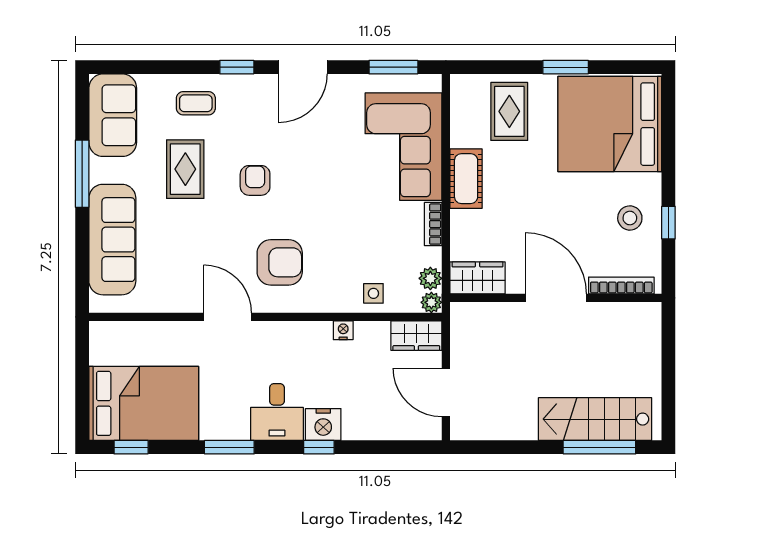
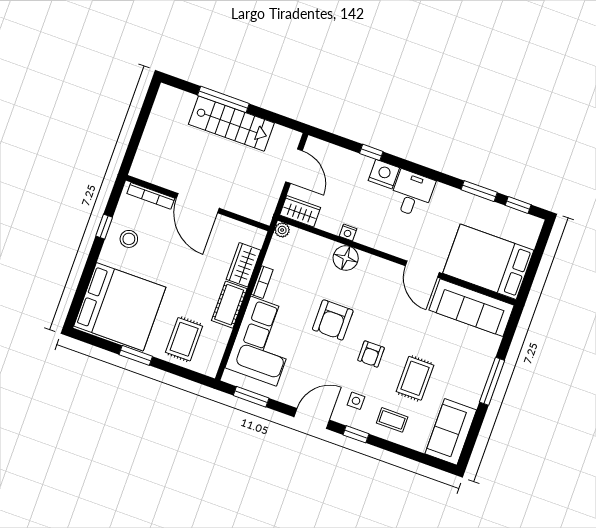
window: (82, 174) -> (492, 381), moved
sofa: (112, 240) -> (471, 308), moved, turned -90
armchair: (280, 262) -> (333, 320), moved, turned -90
plant: (430, 278) -> (277, 246), removed
wardrobe: (477, 278) -> (244, 265), moved, turned 90
side table: (373, 293) -> (356, 401), moved
floor lamp: (334, 295) -> (346, 258), added
bed: (144, 403) -> (488, 262), moved
stairs: (595, 419) -> (231, 124), moved
window: (229, 447) -> (479, 191), moved
window: (319, 447) -> (371, 152), moved
window: (599, 447) -> (223, 99), moved

